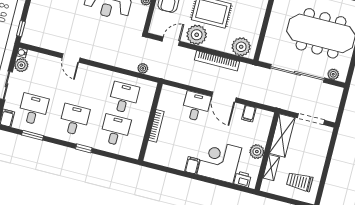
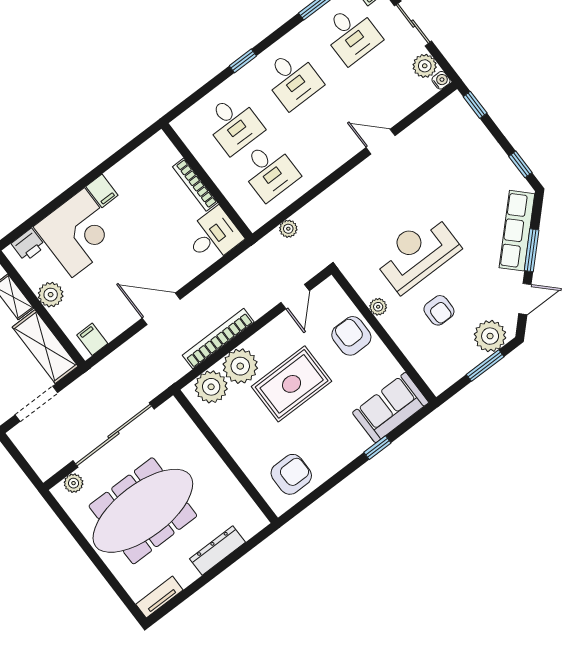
plant: (197, 35) -> (240, 366), moved
desk: (196, 106) -> (213, 236), moved, turned -90
filing cabinet: (249, 114) -> (92, 339), moved

